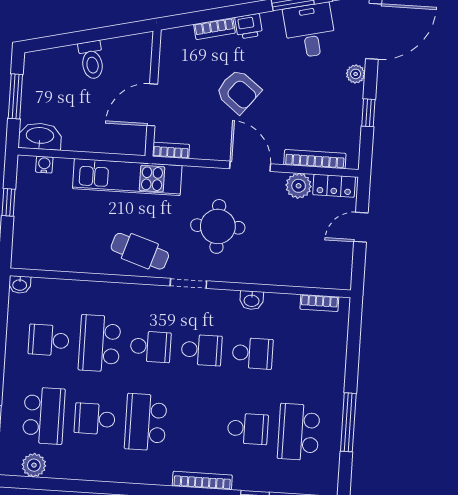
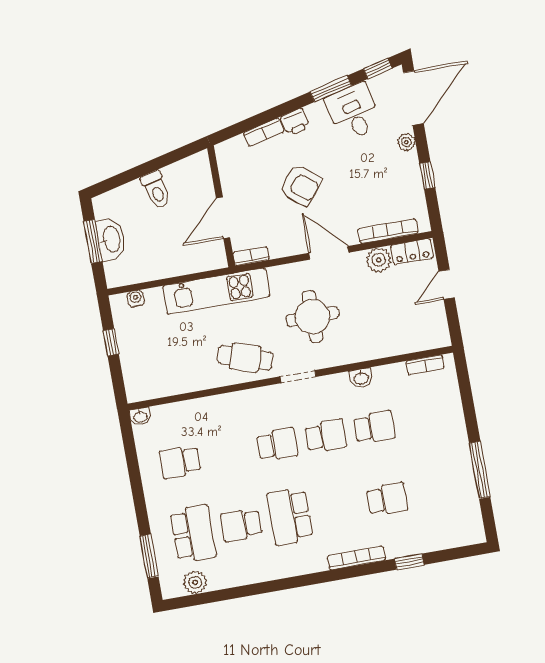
washbasin: (40, 136) -> (111, 239), moved, turned 90
school desk: (100, 343) -> (229, 453), removed
school desk: (299, 432) -> (435, 490), removed

